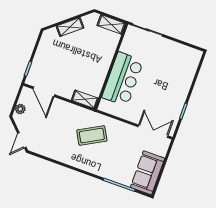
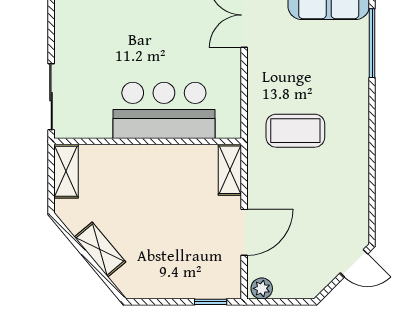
door: (44, 92) -> (244, 232), moved
plant: (20, 109) -> (262, 288), moved
coffee table: (92, 135) -> (295, 131), turned -61

